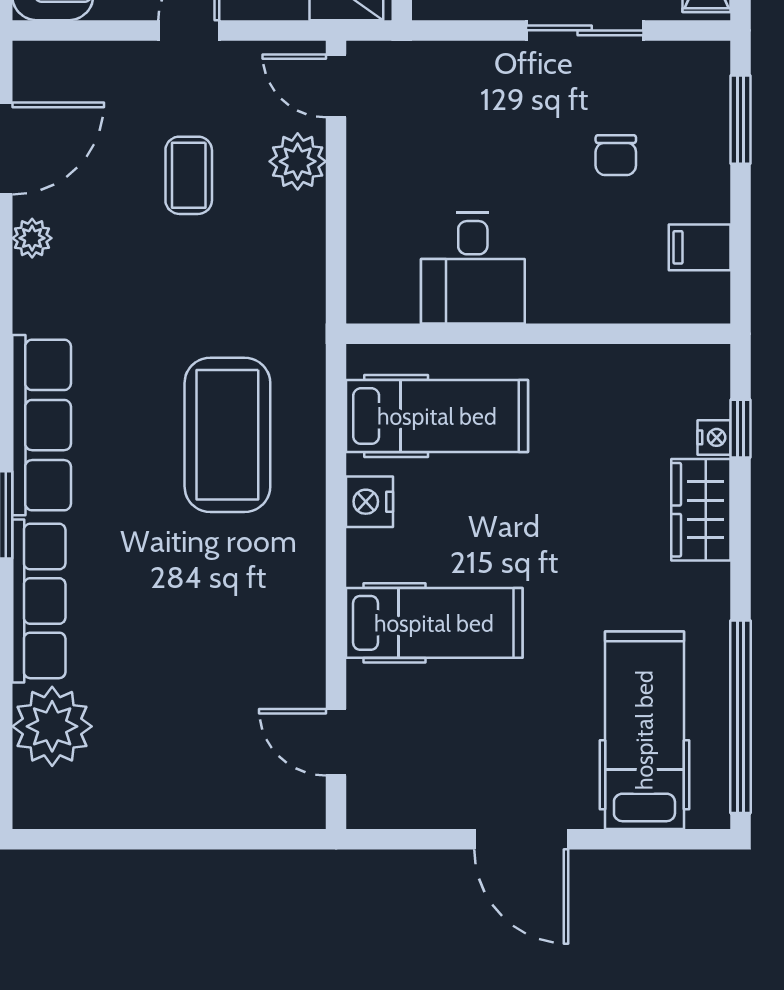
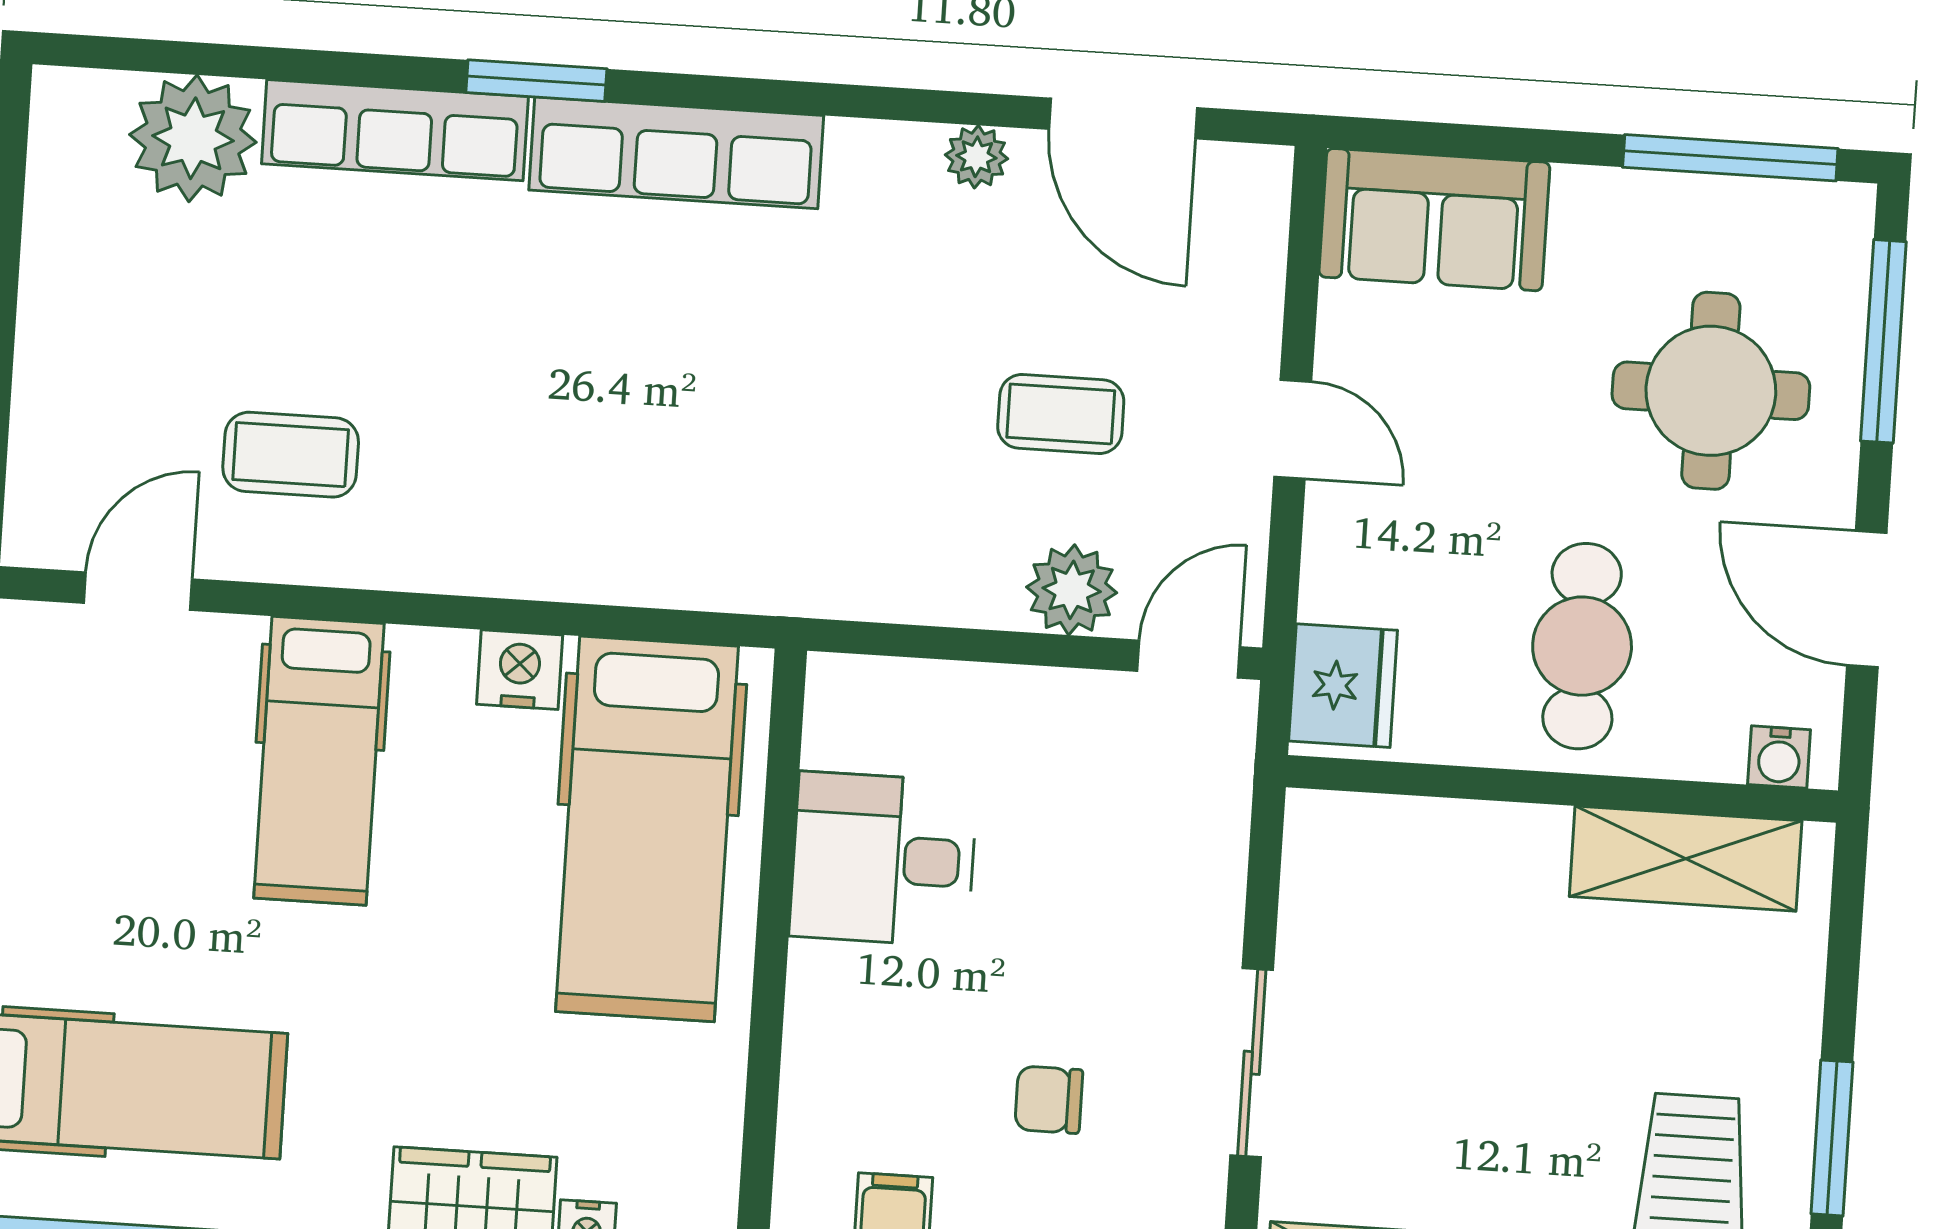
hospital bed: (437, 416) -> (647, 829), width x1.37, depth x1.29
coffee table: (227, 435) -> (291, 455), moved, width x0.54, depth x0.58

